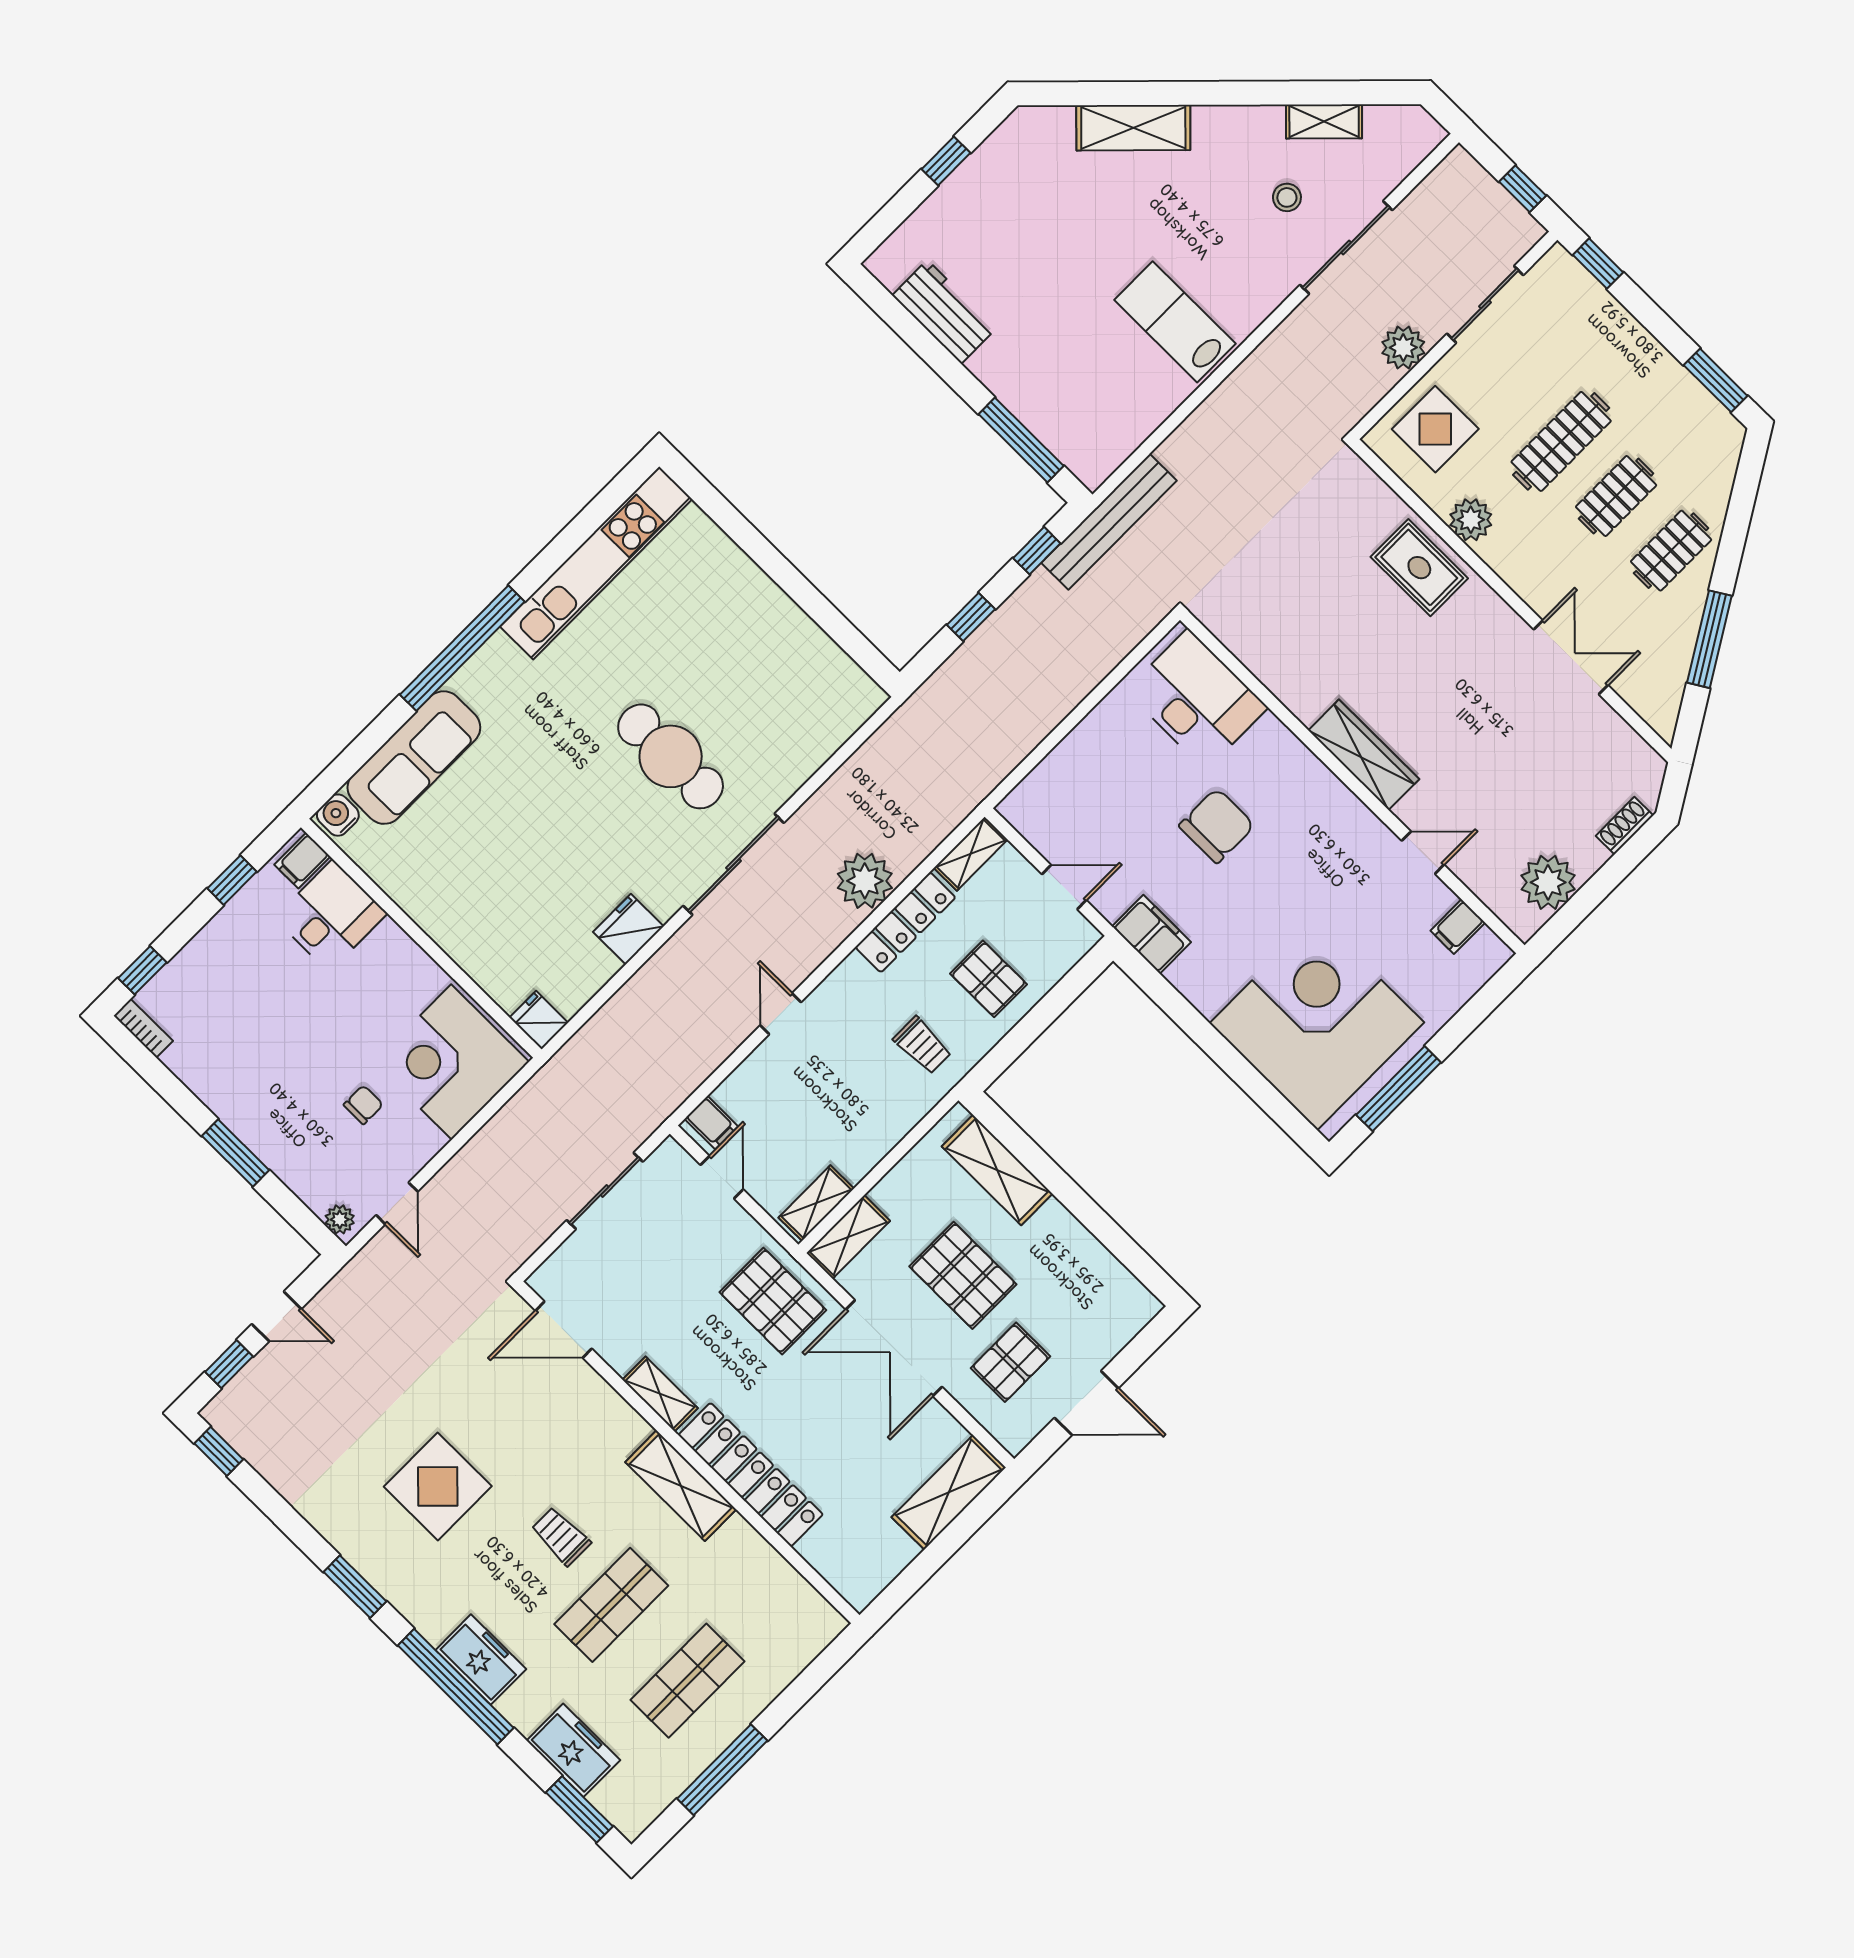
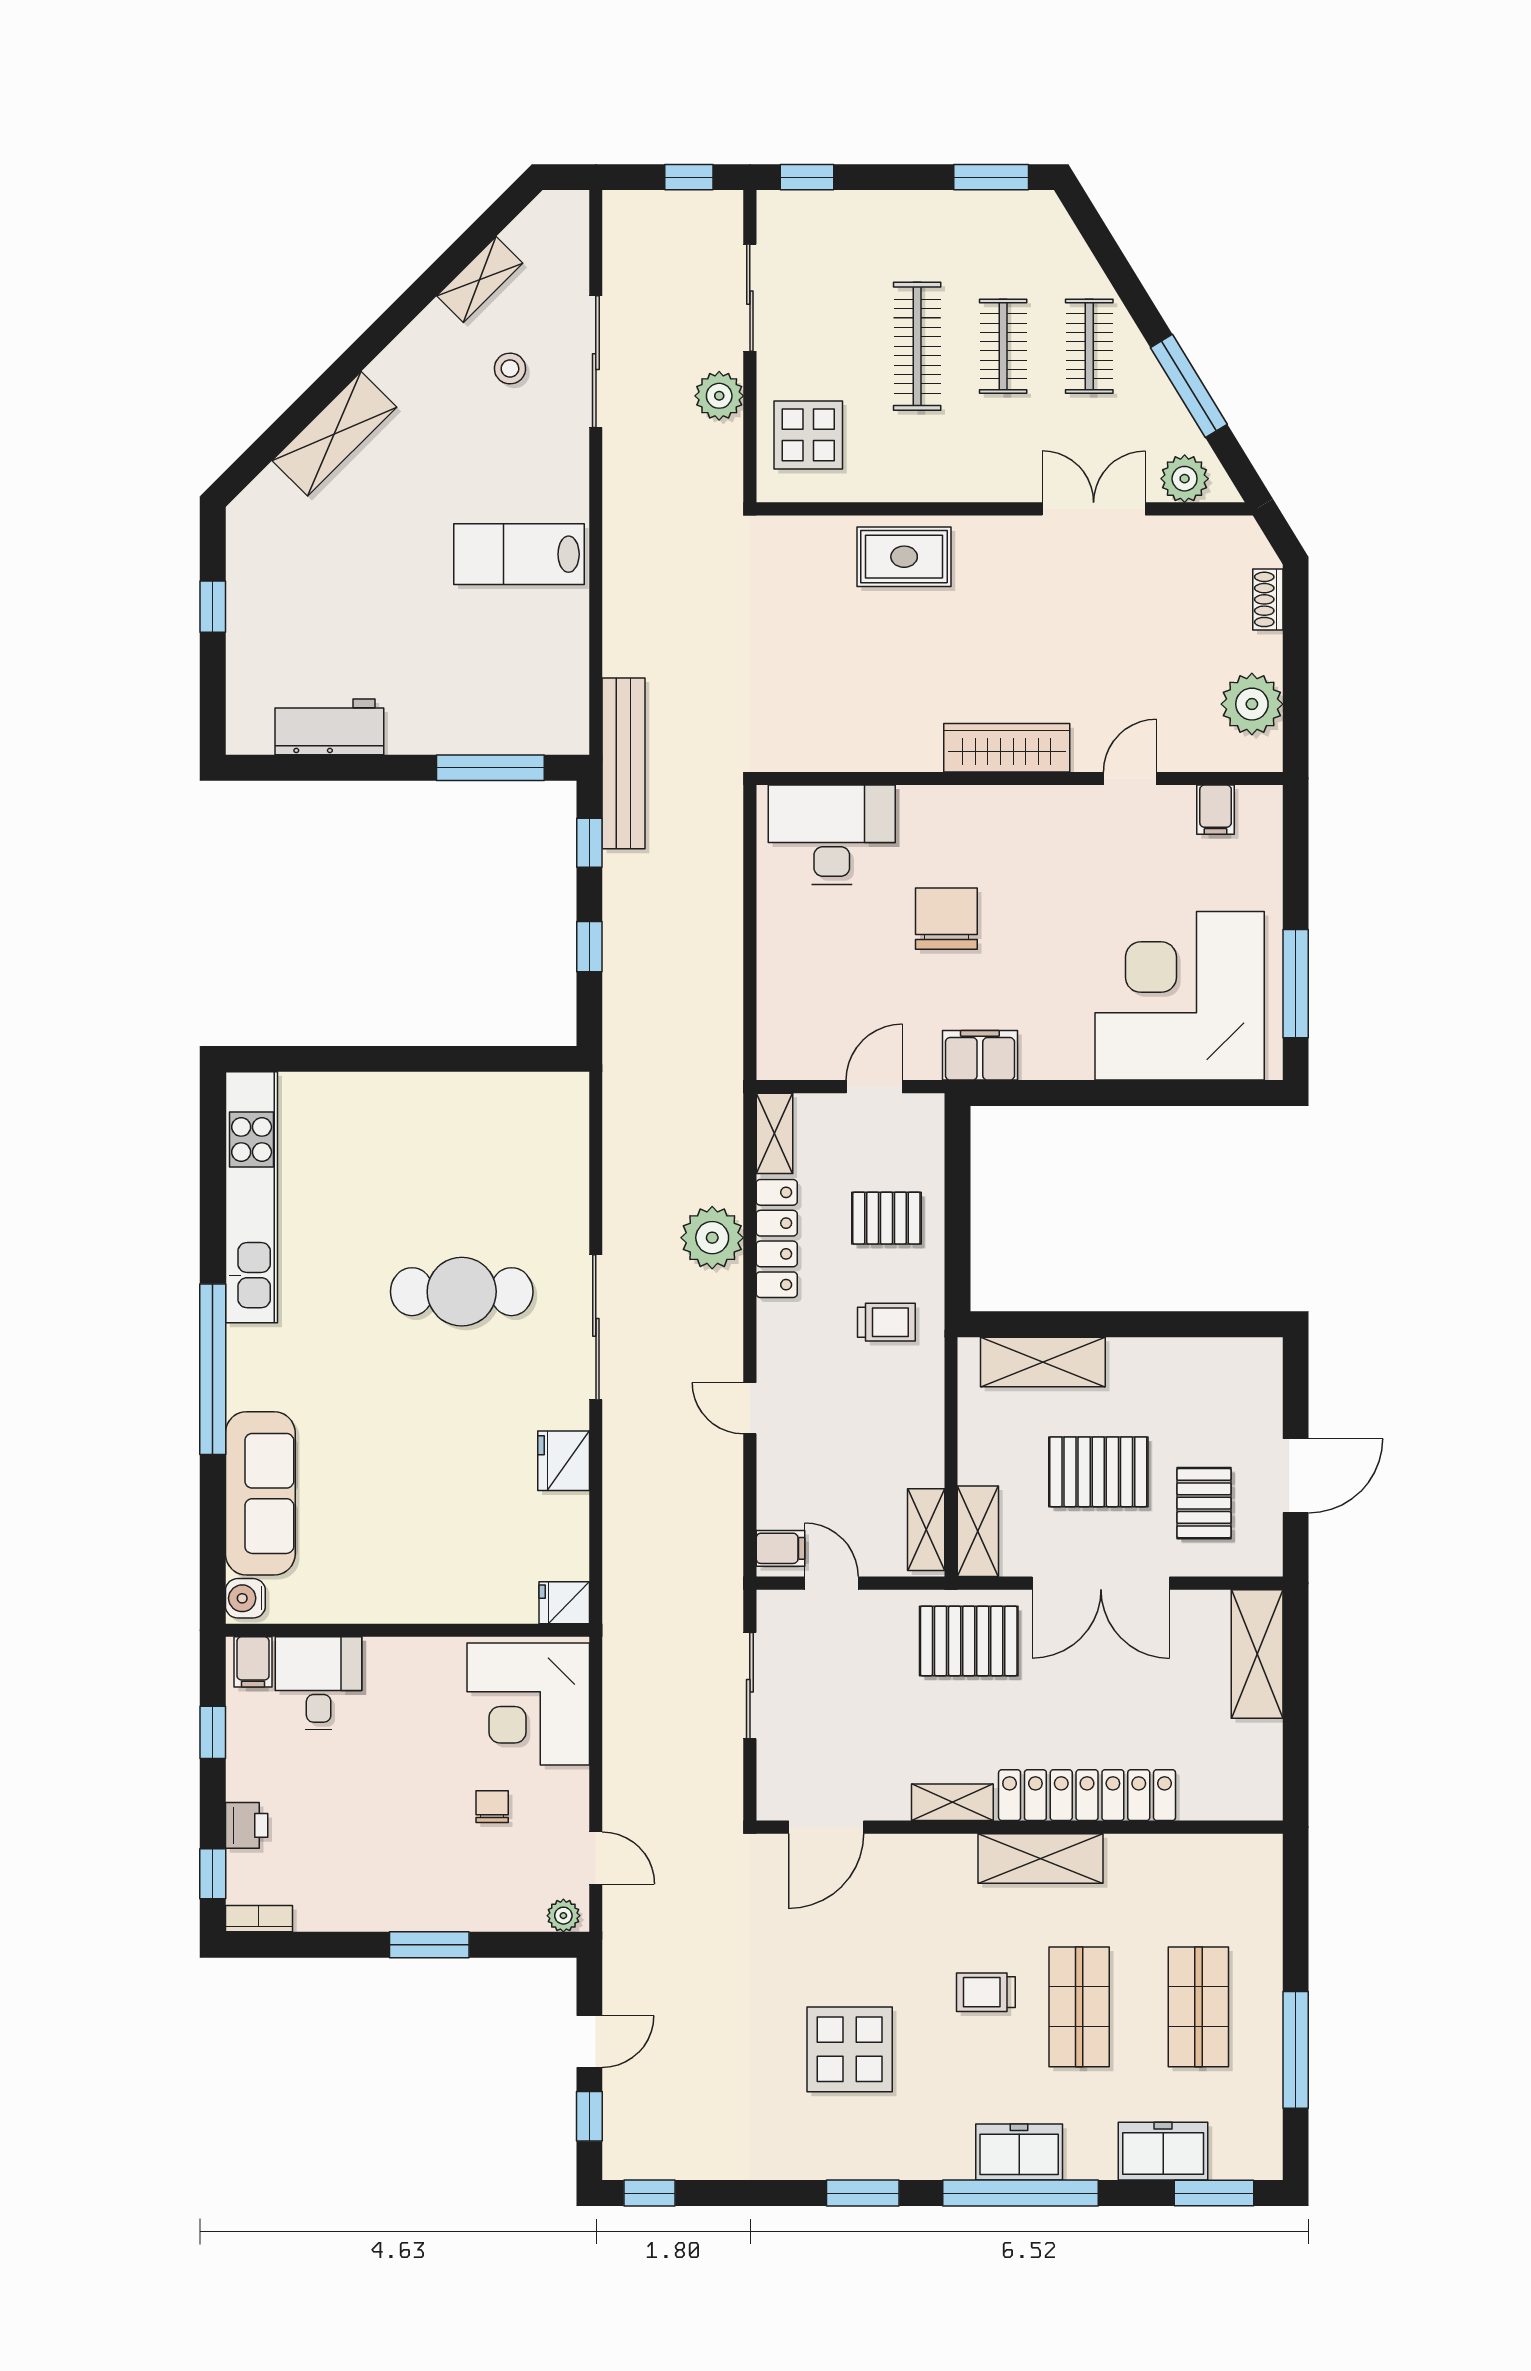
plant: (1471, 520) -> (1185, 479), moved
printer: (195, 961) -> (247, 1825), added

